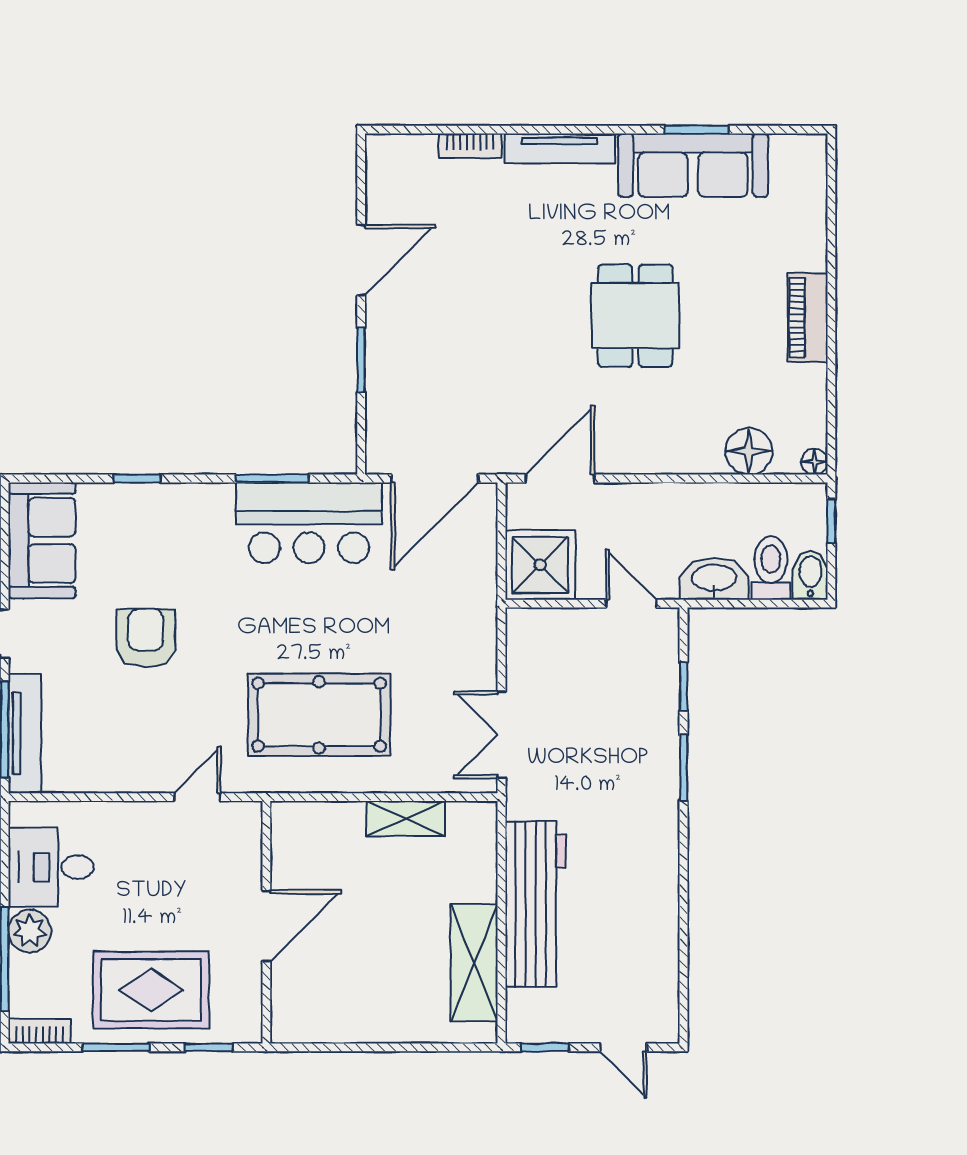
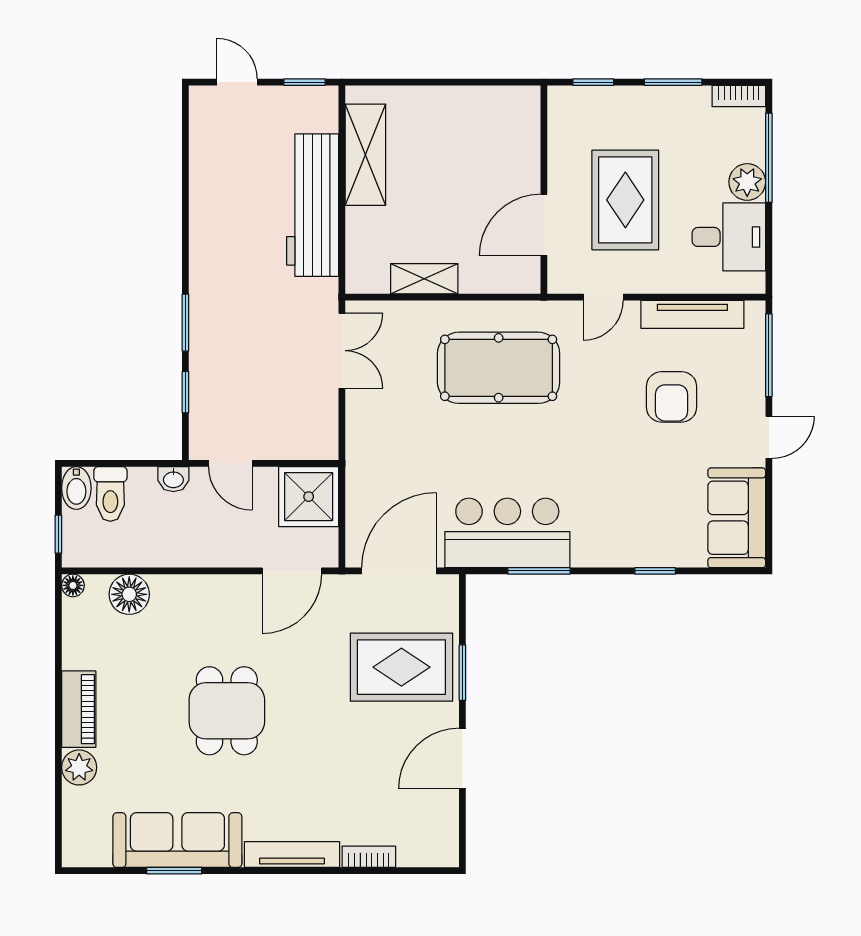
plant: (807, 250) -> (79, 767), added
rug: (432, 366) -> (401, 667), added
washbasin: (714, 579) -> (173, 479), width x0.52, depth x0.69
armchair: (146, 638) -> (671, 397), moved
tv unit: (25, 733) -> (692, 314), moved, turned -90
door: (266, 926) -> (544, 225), moved
rug: (151, 990) -> (625, 200), moved, turned 90

